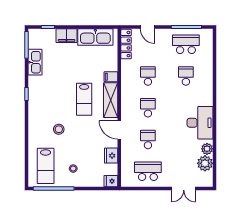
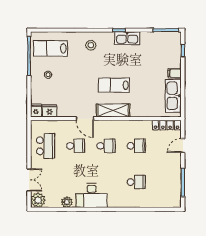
filing cabinet: (67, 36) -> (175, 73), width x0.50
school desk: (186, 44) -> (166, 182), removed
kitchen sink: (35, 62) -> (127, 38), moved
filing cabinet: (111, 77) -> (135, 111), removed
stool: (59, 129) -> (91, 45), moved
door: (119, 130) -> (85, 119), swing flipped
fridge: (111, 156) -> (50, 111), moved
plant: (205, 163) -> (38, 200), moved
double door: (184, 188) -> (29, 180), swing flipped

